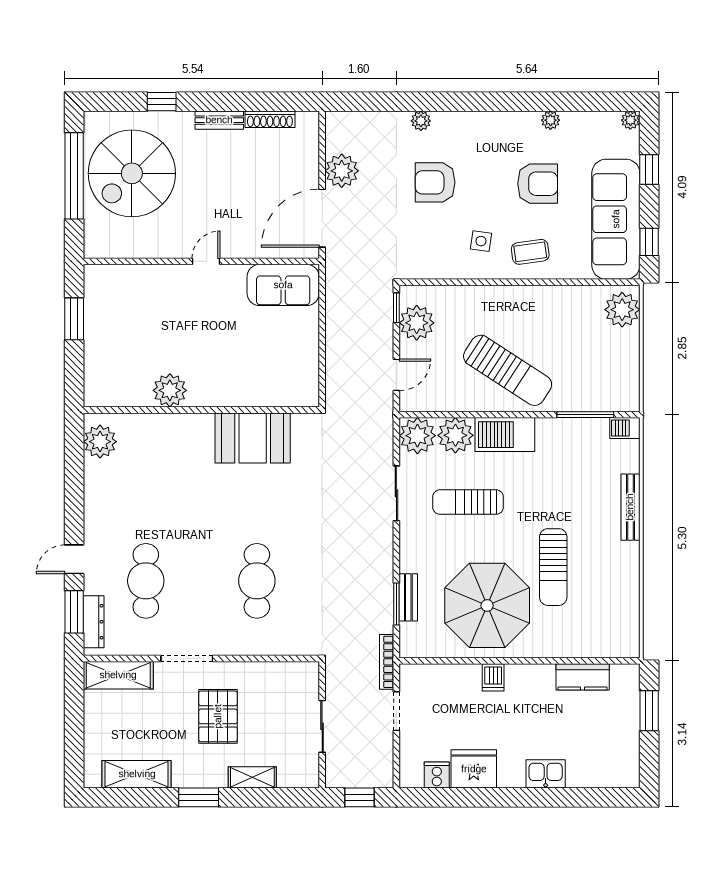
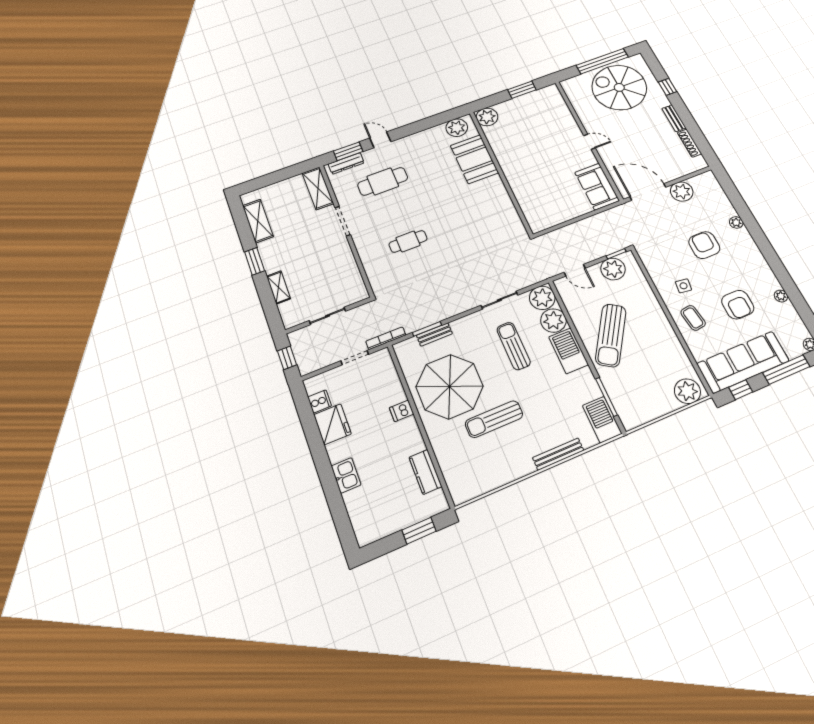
window: (649, 170) -> (786, 370), width x2.17
plant: (170, 390) -> (487, 117), moved
barbecue: (625, 428) -> (602, 420), width x1.88, depth x1.53
booth: (253, 438) -> (474, 159), moved
cafe table: (257, 581) -> (408, 241), width x0.73, depth x0.74
pallet: (218, 716) -> (312, 252), removed

